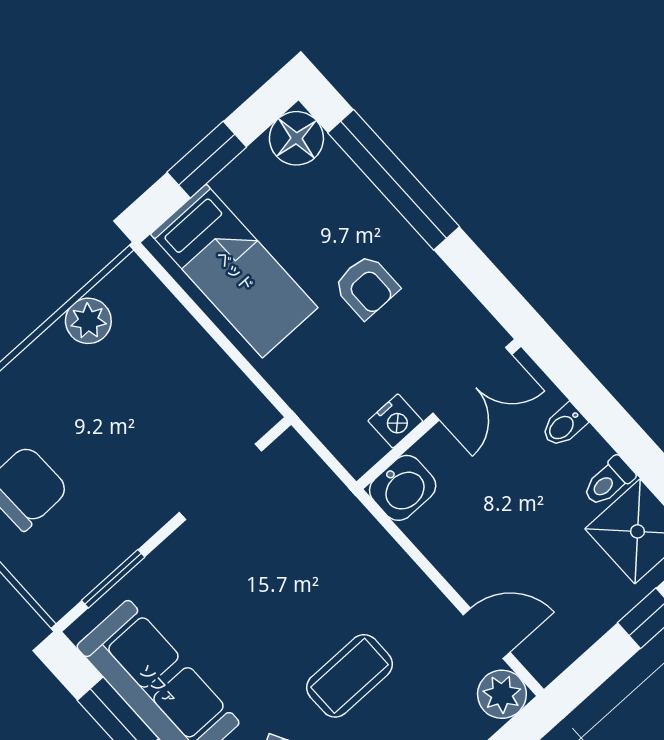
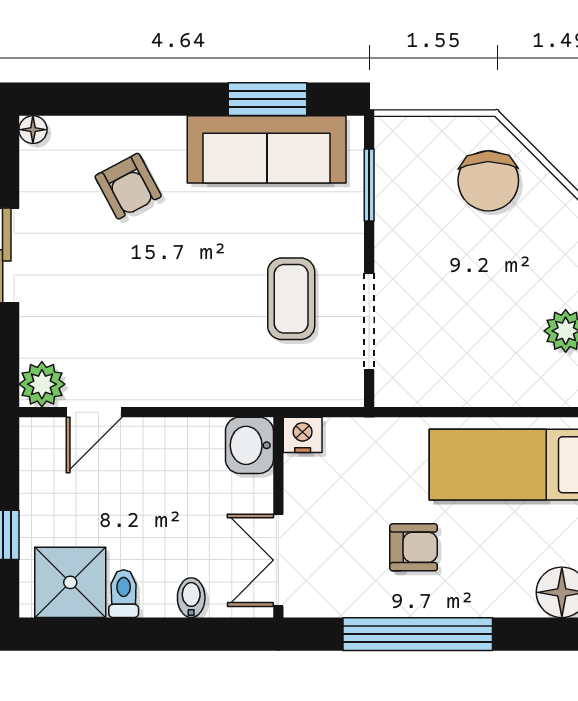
window: (394, 180) -> (418, 634), moved
armchair: (366, 287) -> (414, 547), turned 180
nightstand: (395, 421) -> (303, 435), moved, turned 90
coffee table: (350, 676) -> (291, 299), moved

